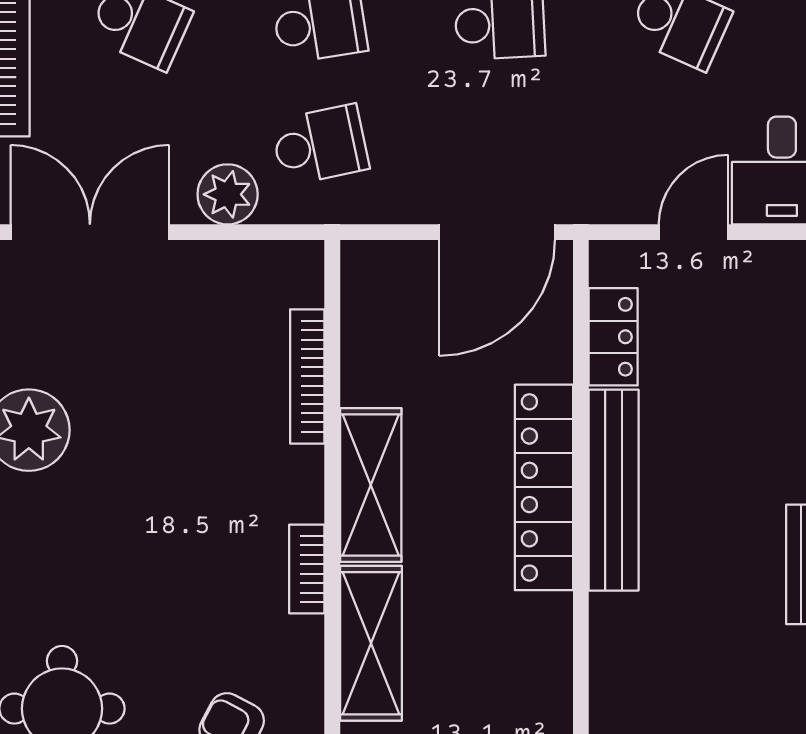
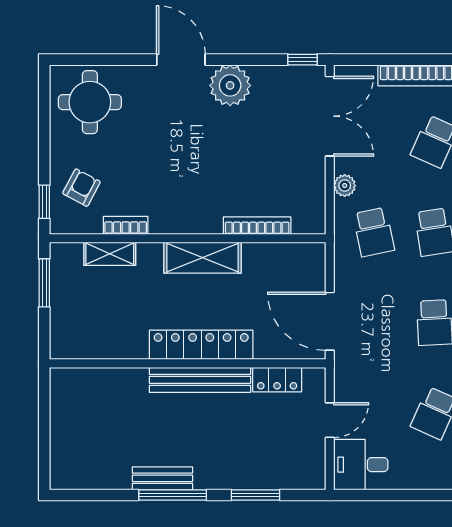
plant: (228, 194) -> (345, 186), width x0.73, depth x0.73
door: (694, 232) -> (330, 420), hinge flipped
bookcase: (307, 569) -> (126, 225), moved
shelving: (371, 643) -> (110, 254), width x0.67, depth x0.75

